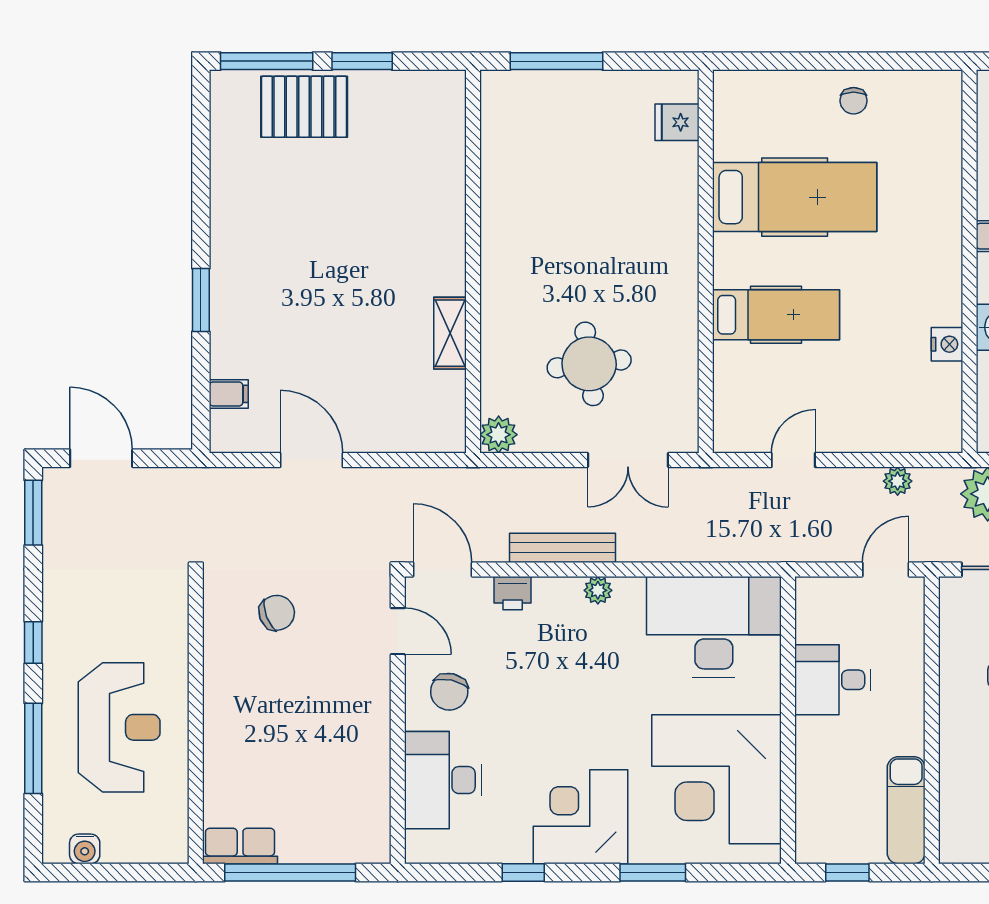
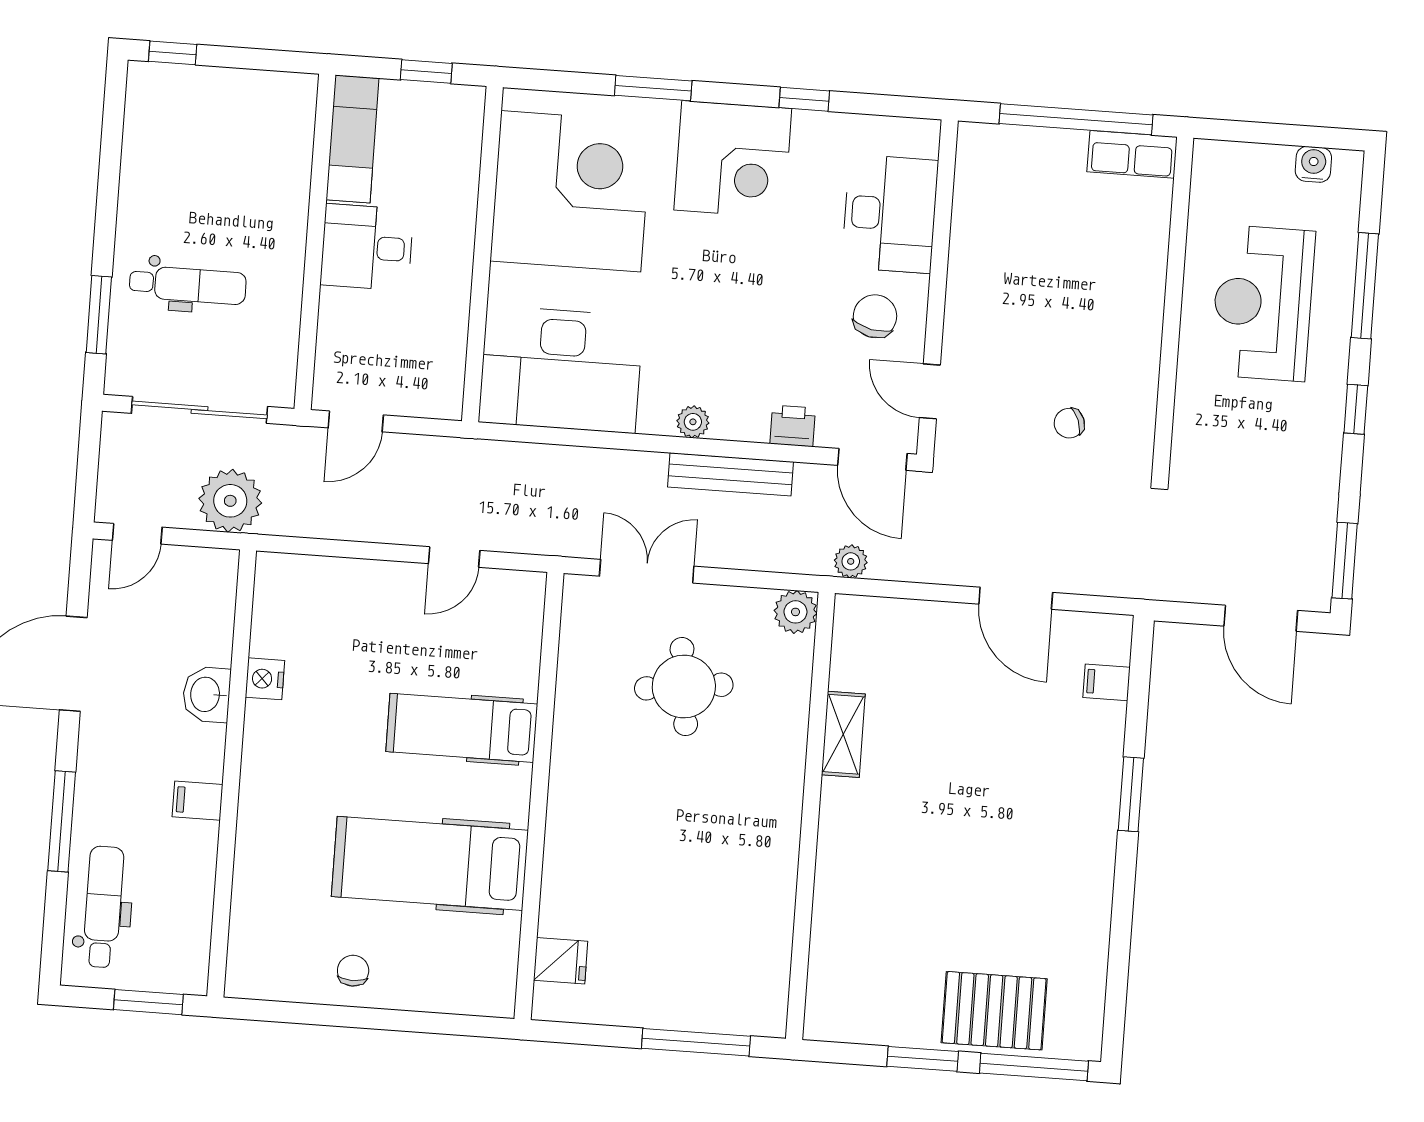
plant: (898, 481) -> (851, 561), moved
chair: (277, 613) -> (1069, 423), width x0.73, depth x0.73
desk: (833, 680) -> (367, 247), moved, turned 180

